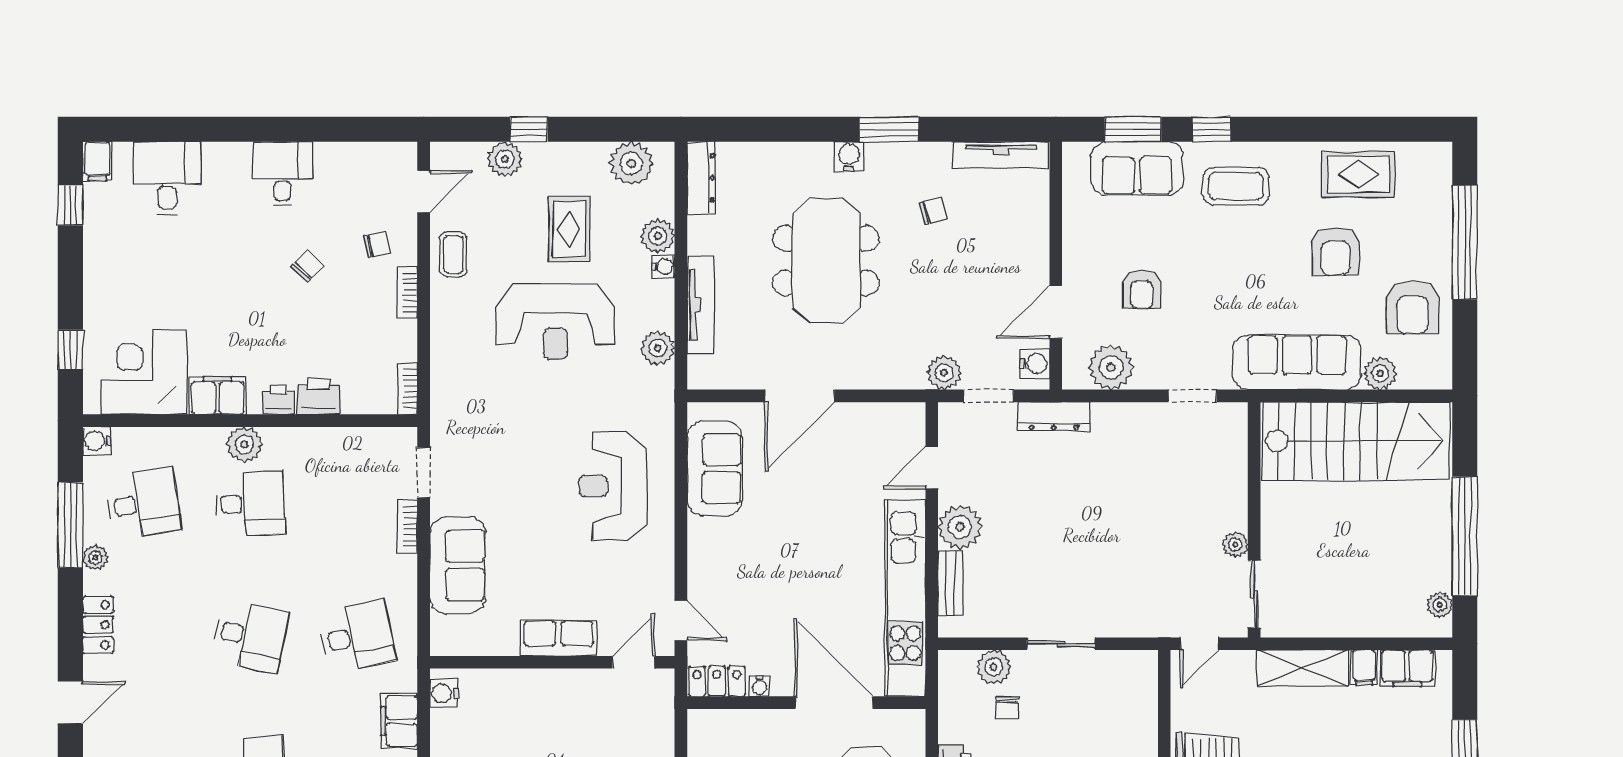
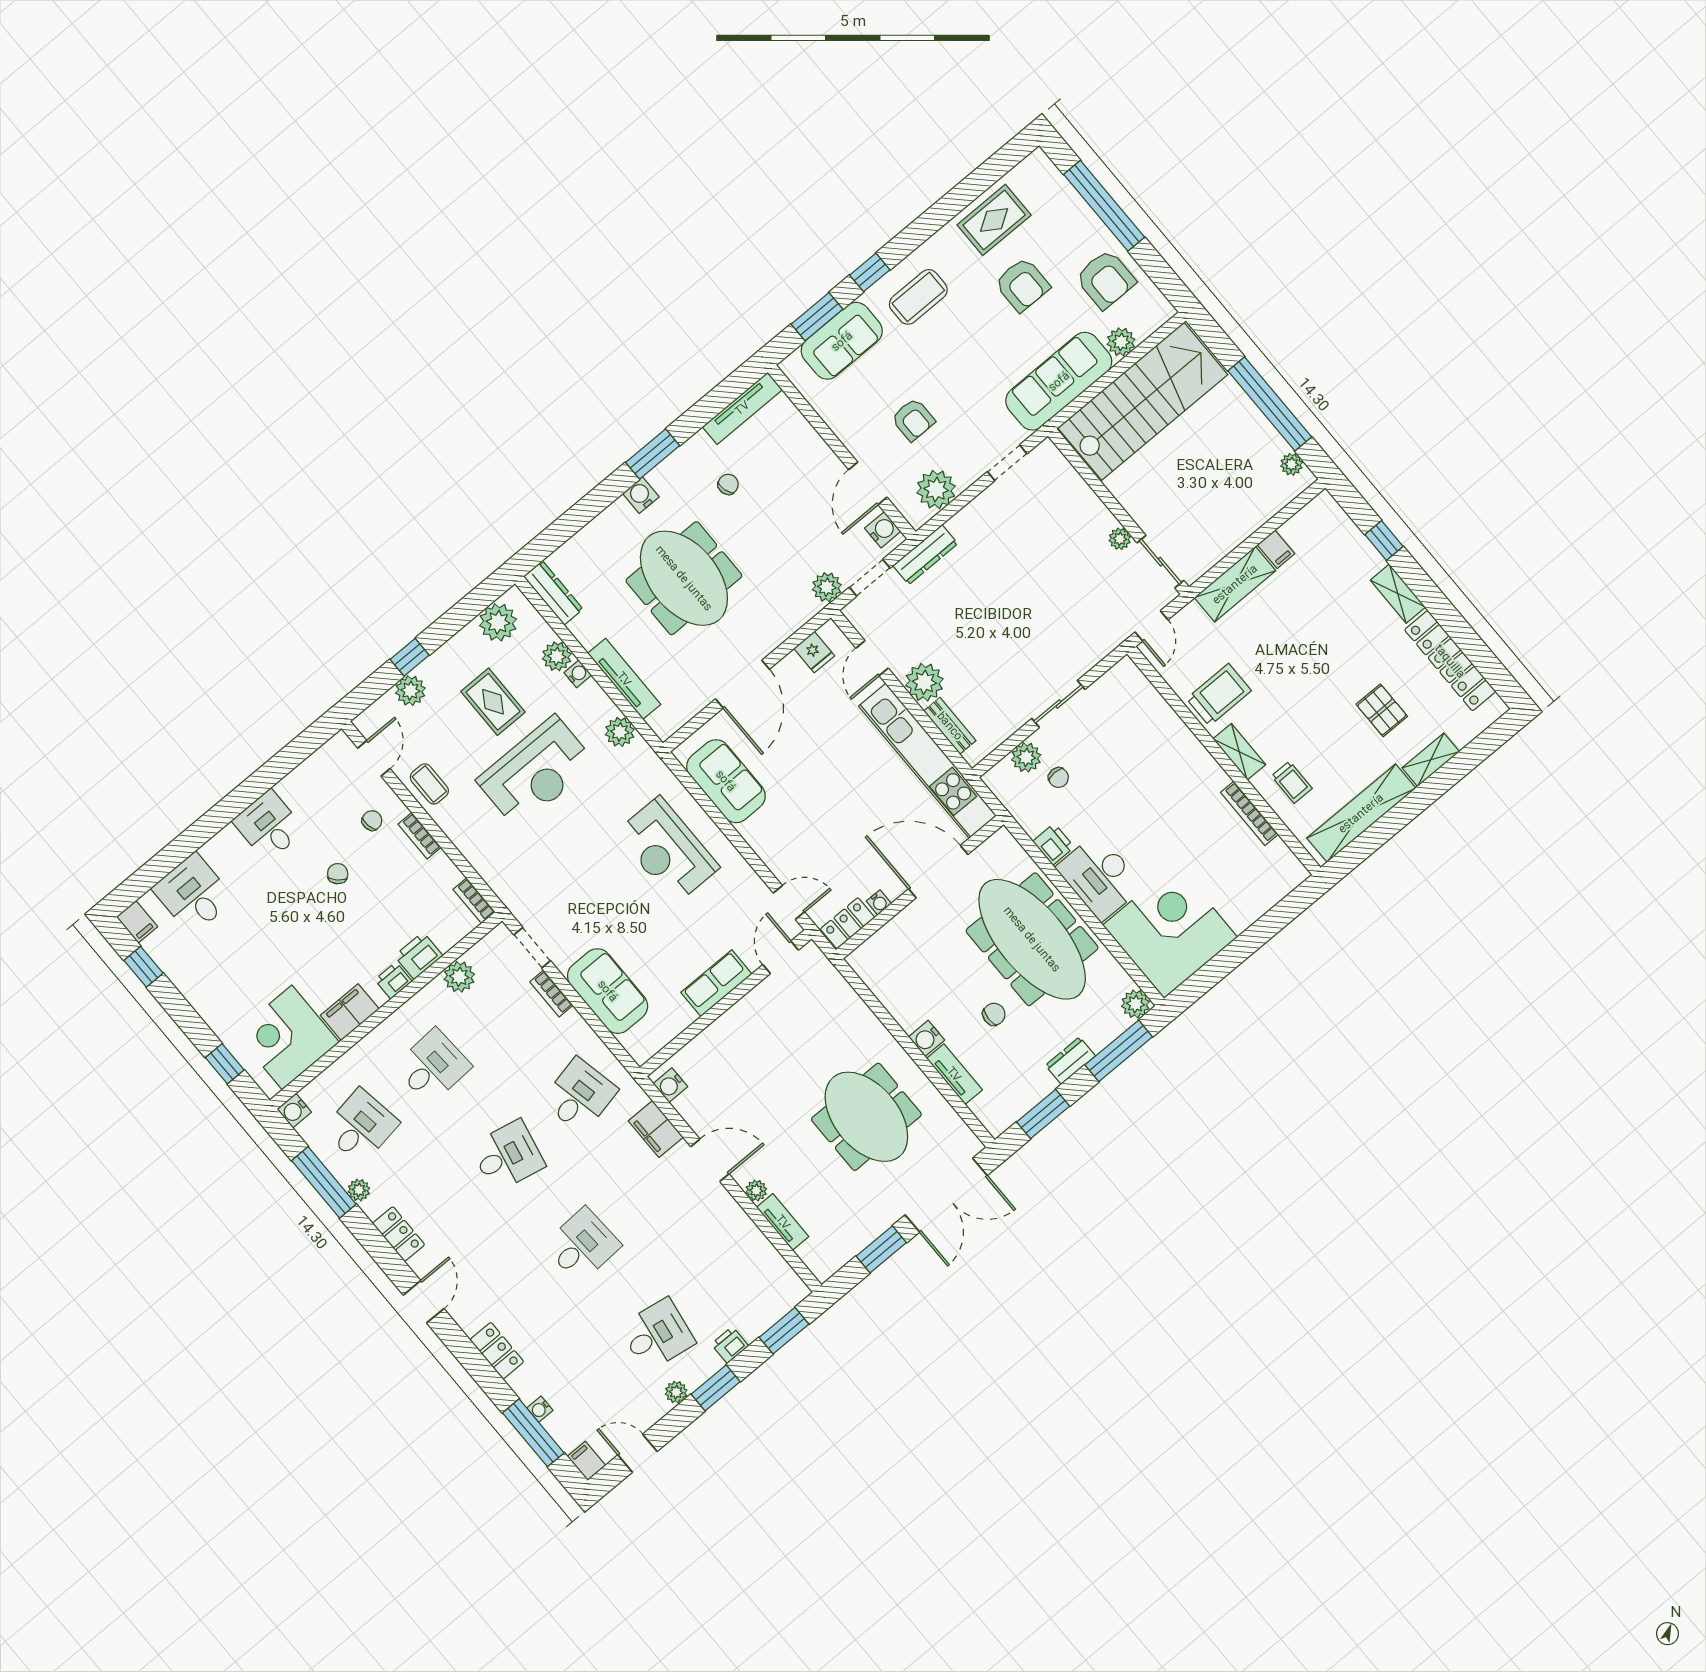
fridge: (886, 420) -> (814, 652), added
plant: (244, 445) -> (459, 977), moved
filing cabinet: (1407, 668) -> (1305, 525), removed

